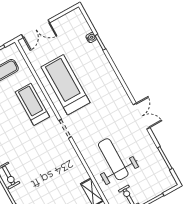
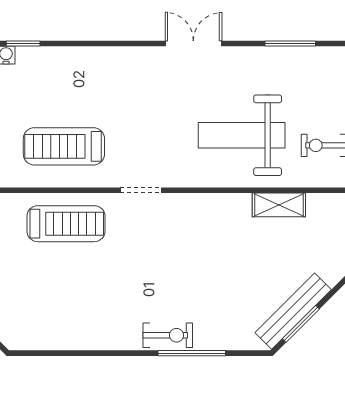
treadmill: (65, 85) -> (64, 146), width x0.73, depth x0.73
treadmill: (32, 104) -> (66, 224), turned 180

